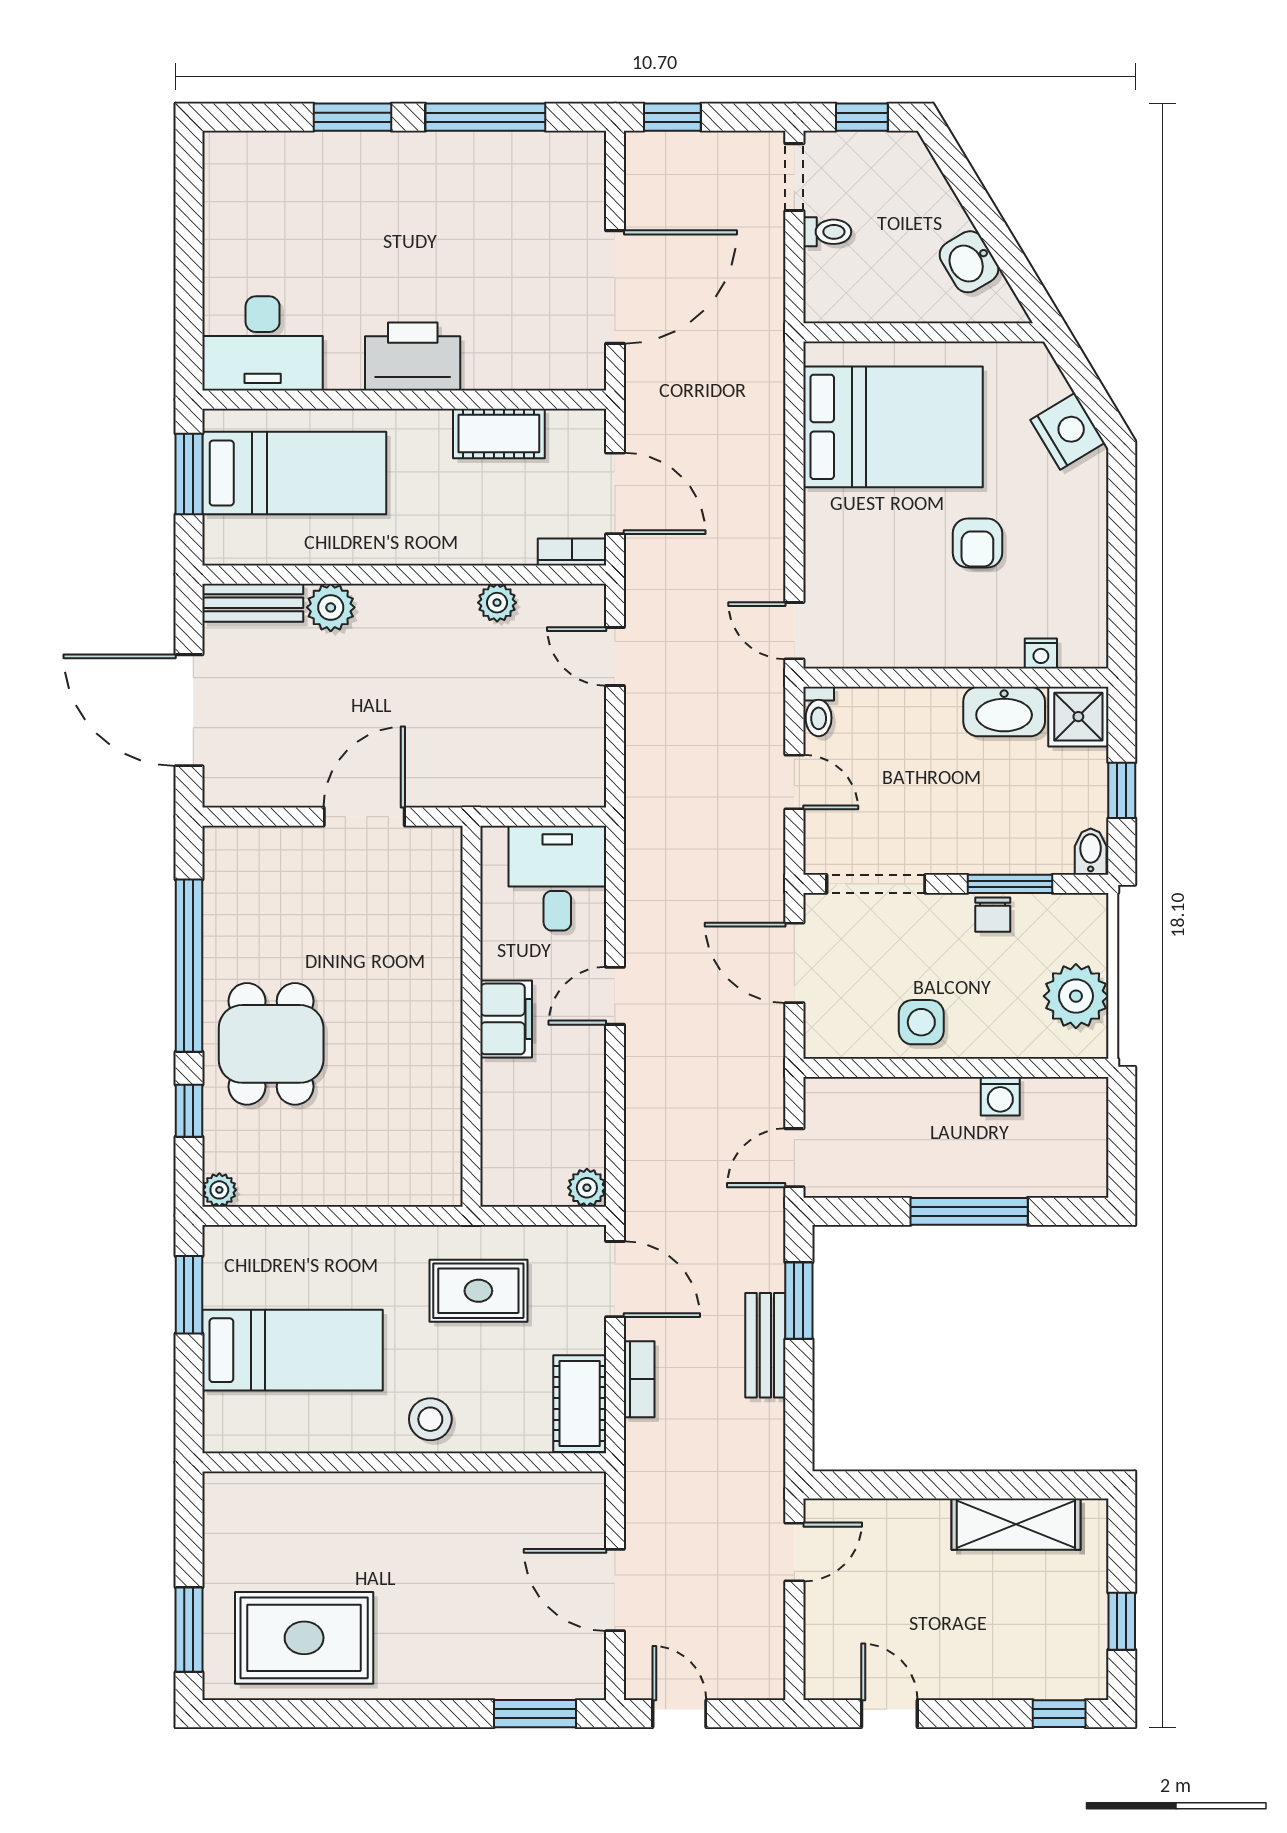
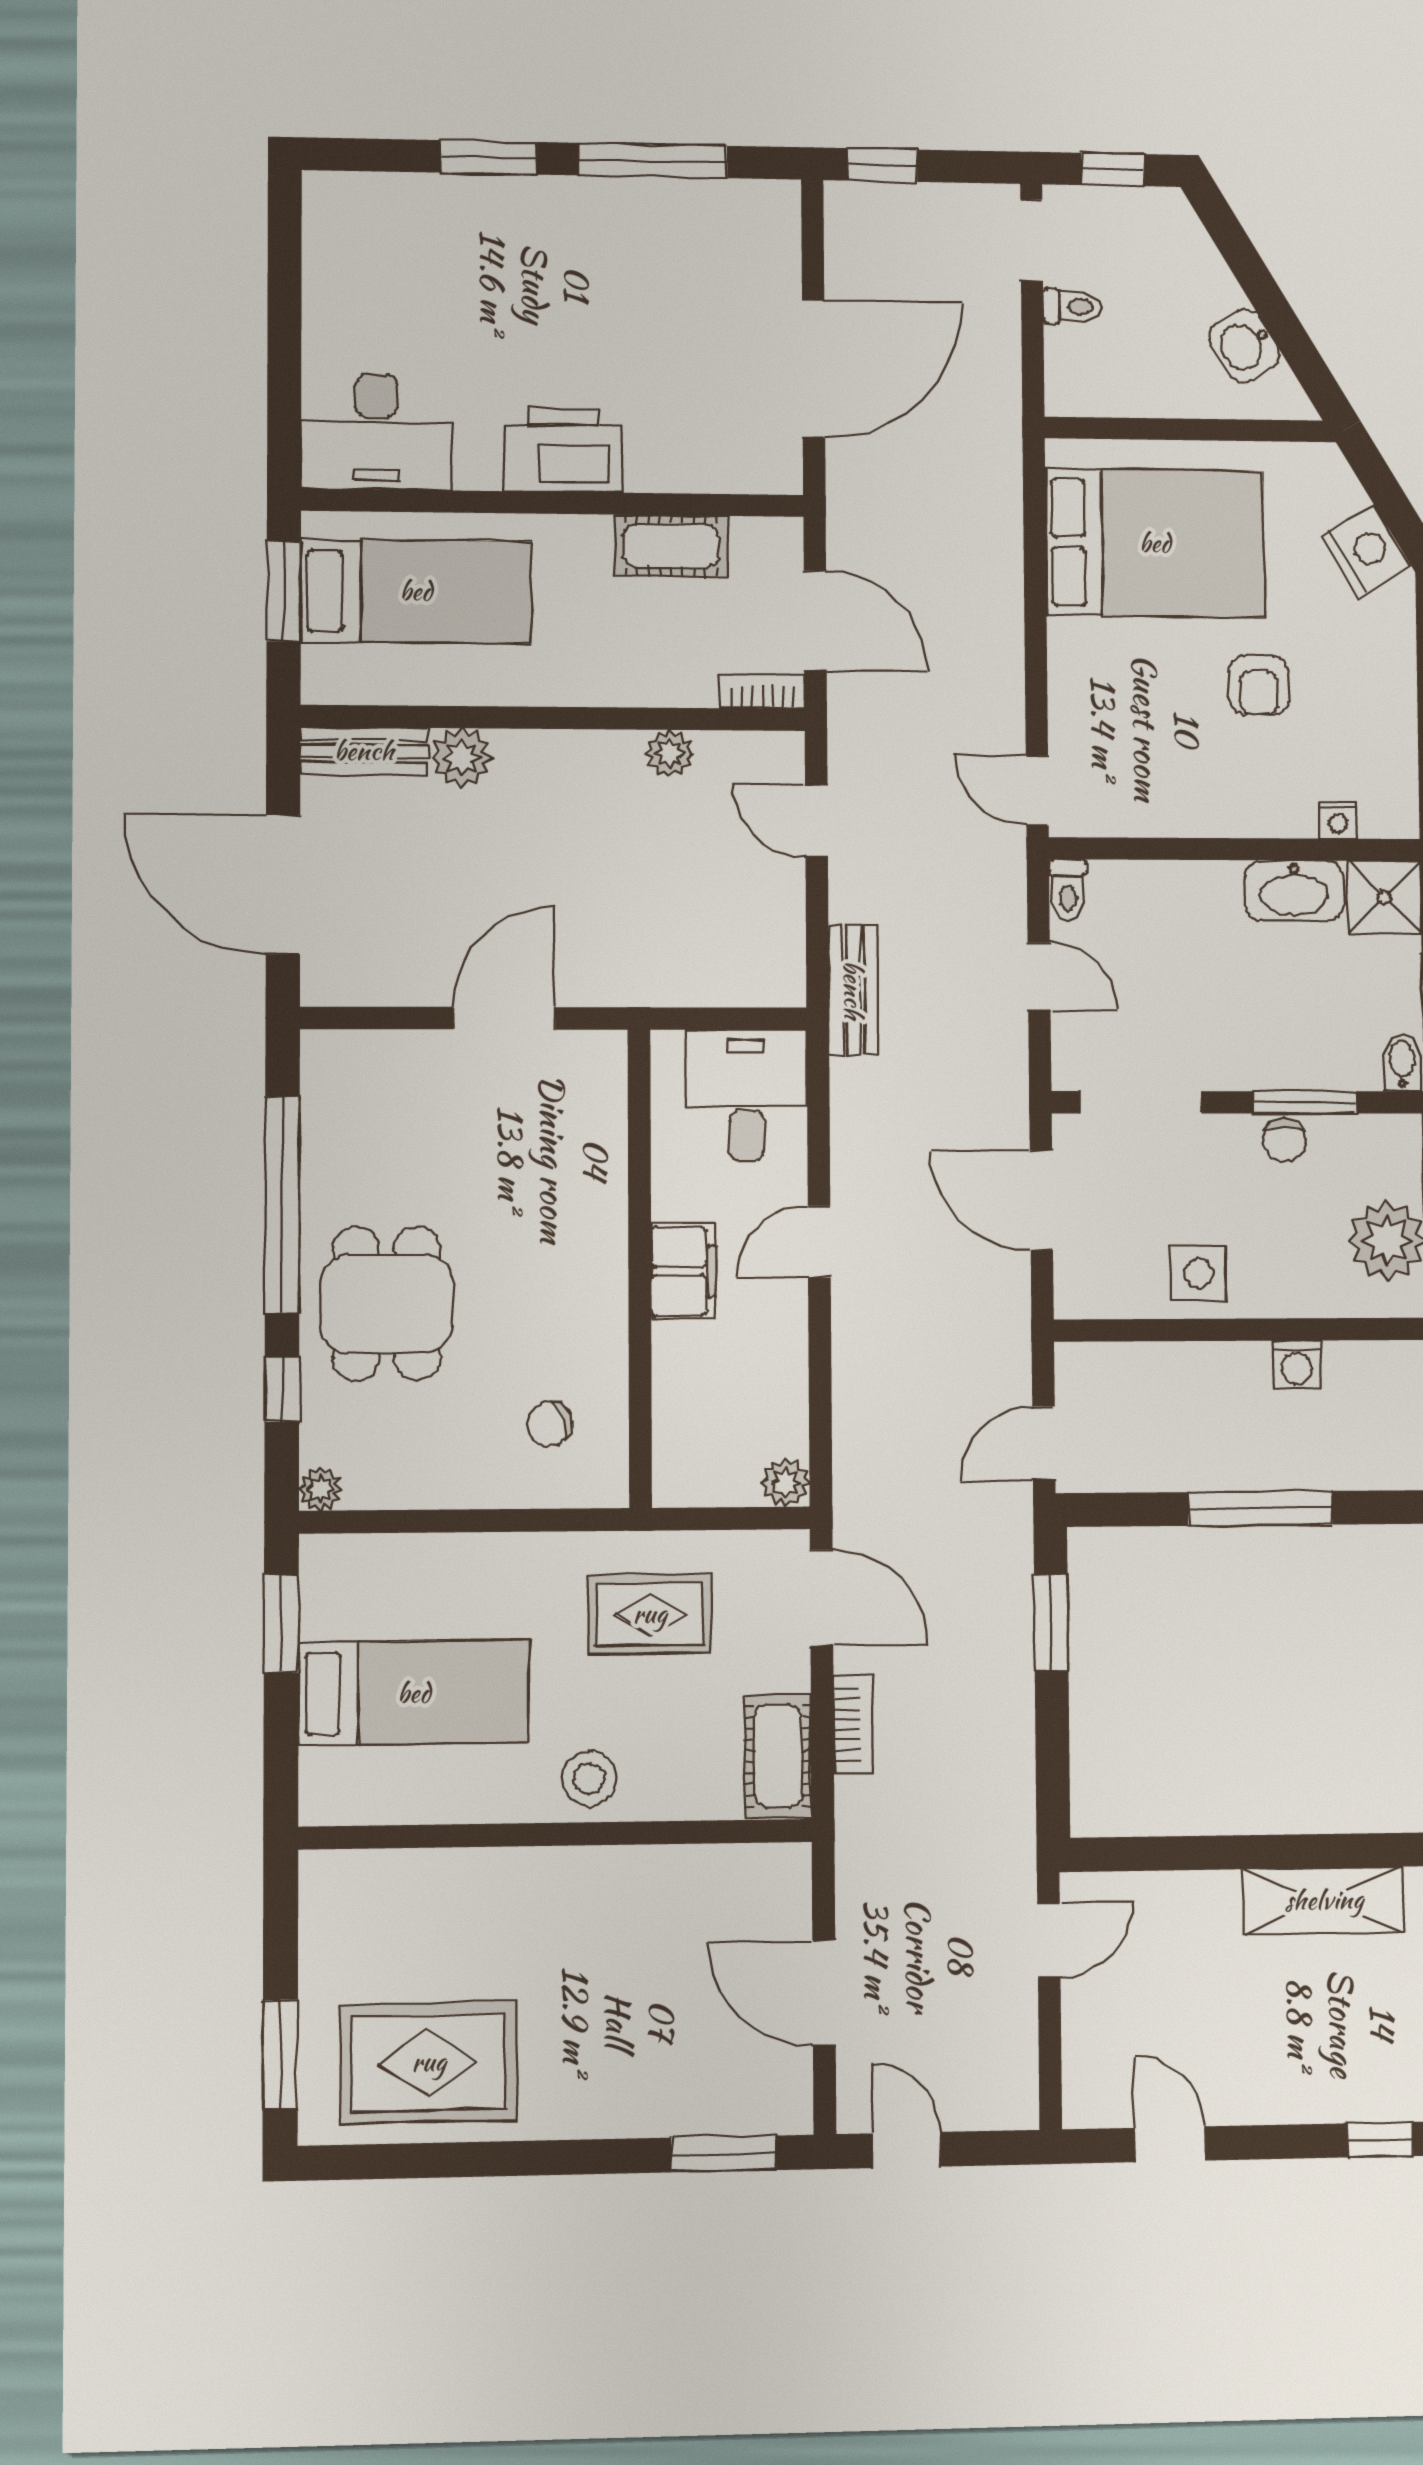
chair: (400, 1140) -> (550, 1424), added
bench: (765, 1345) -> (853, 990), moved

